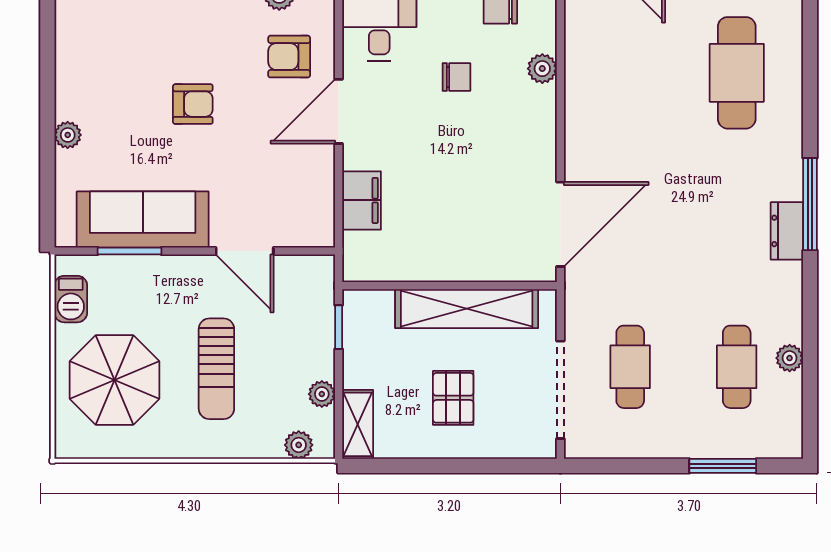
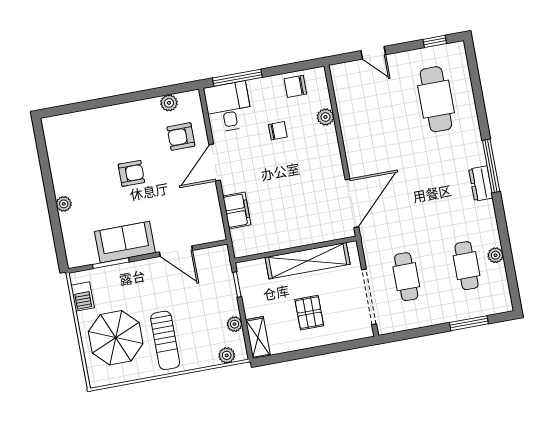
sofa: (143, 219) -> (125, 242), width x0.73
sun lounger: (216, 369) -> (165, 340), moved

